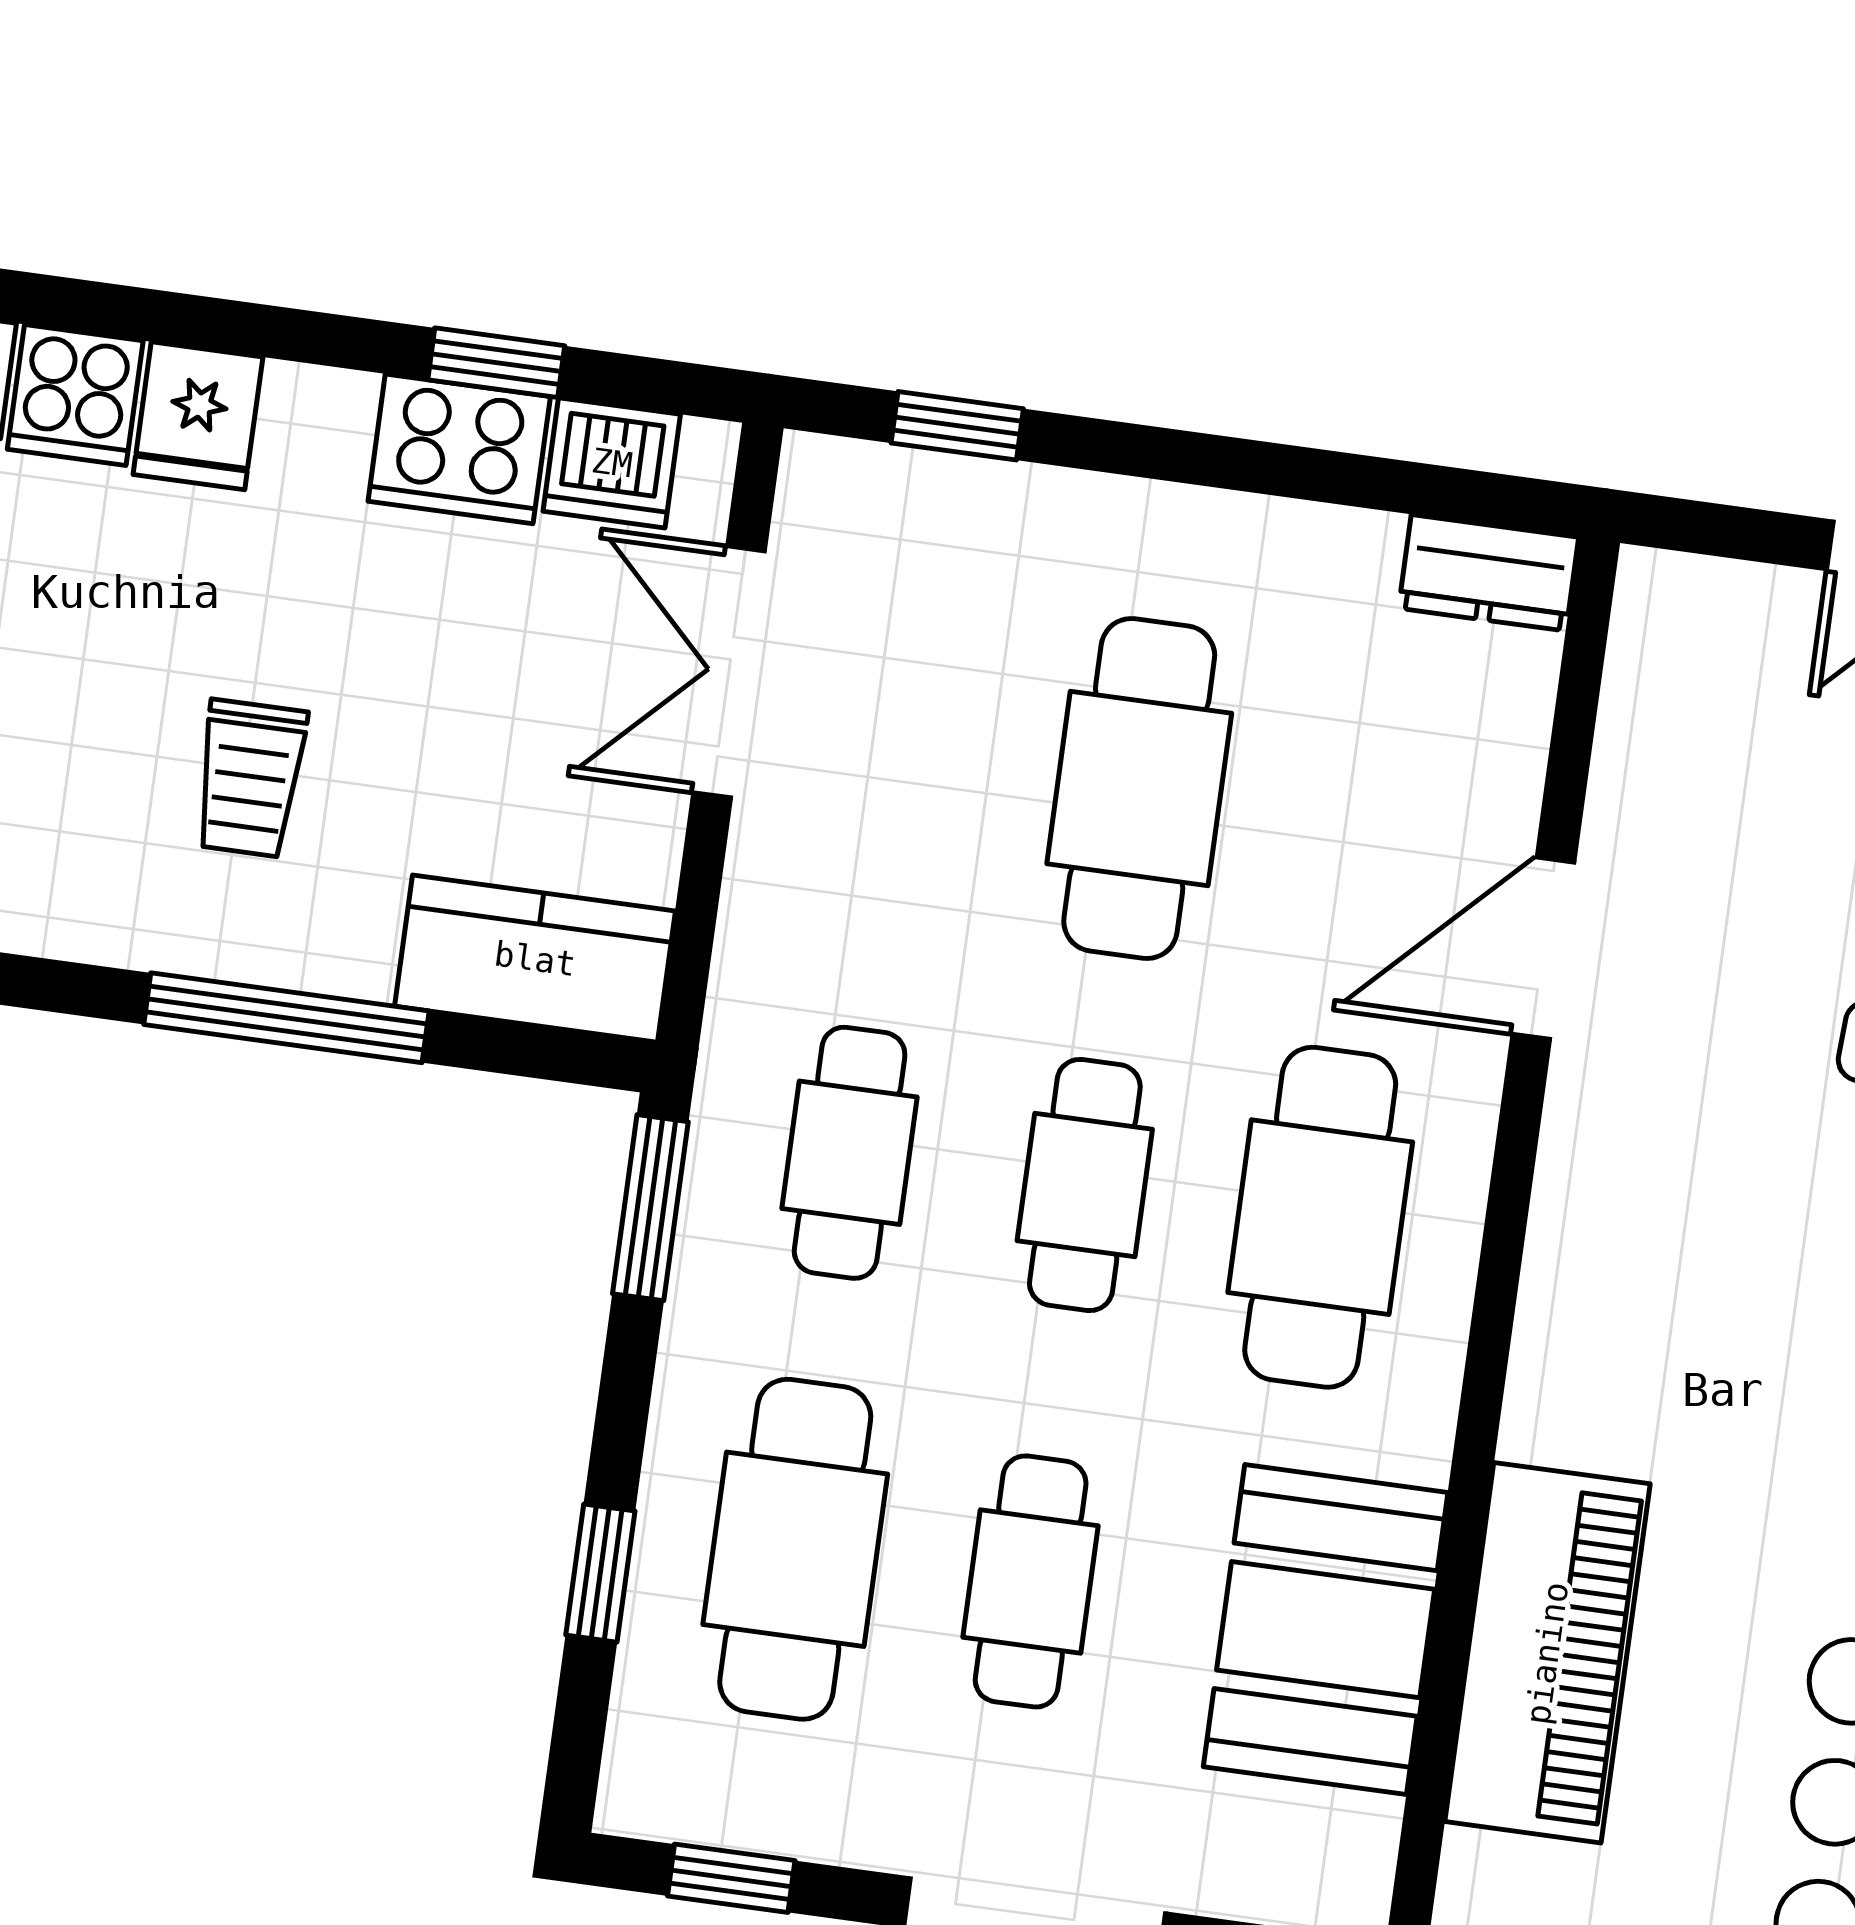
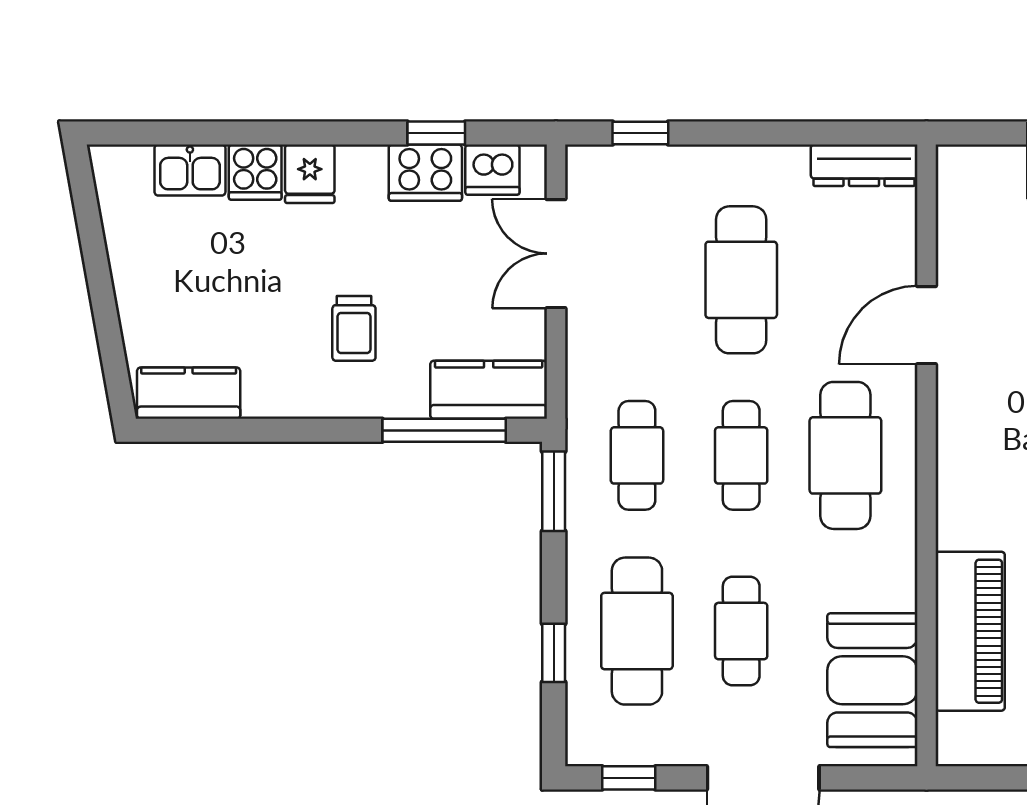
dresser: (1489, 573) -> (864, 165), width x1.44
window: (286, 1018) -> (444, 430), moved
booth: (1326, 1630) -> (872, 680), moved

